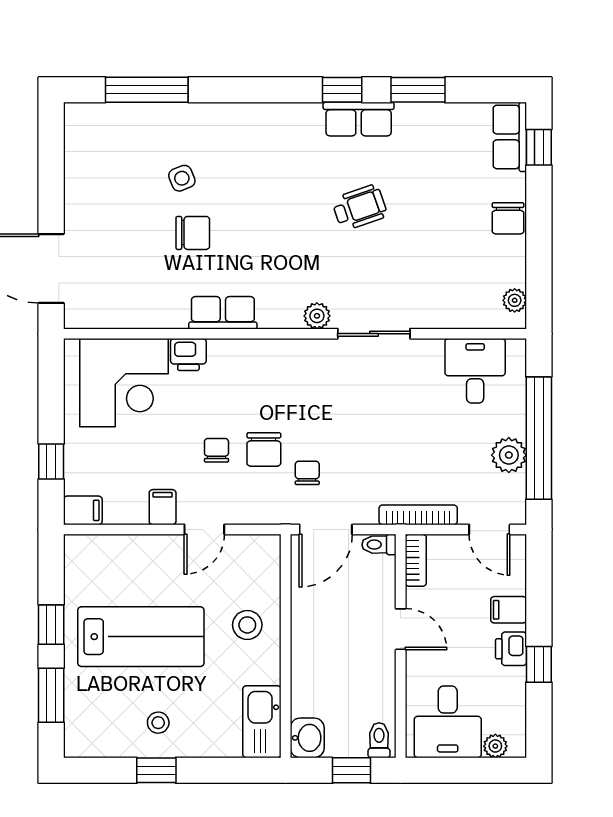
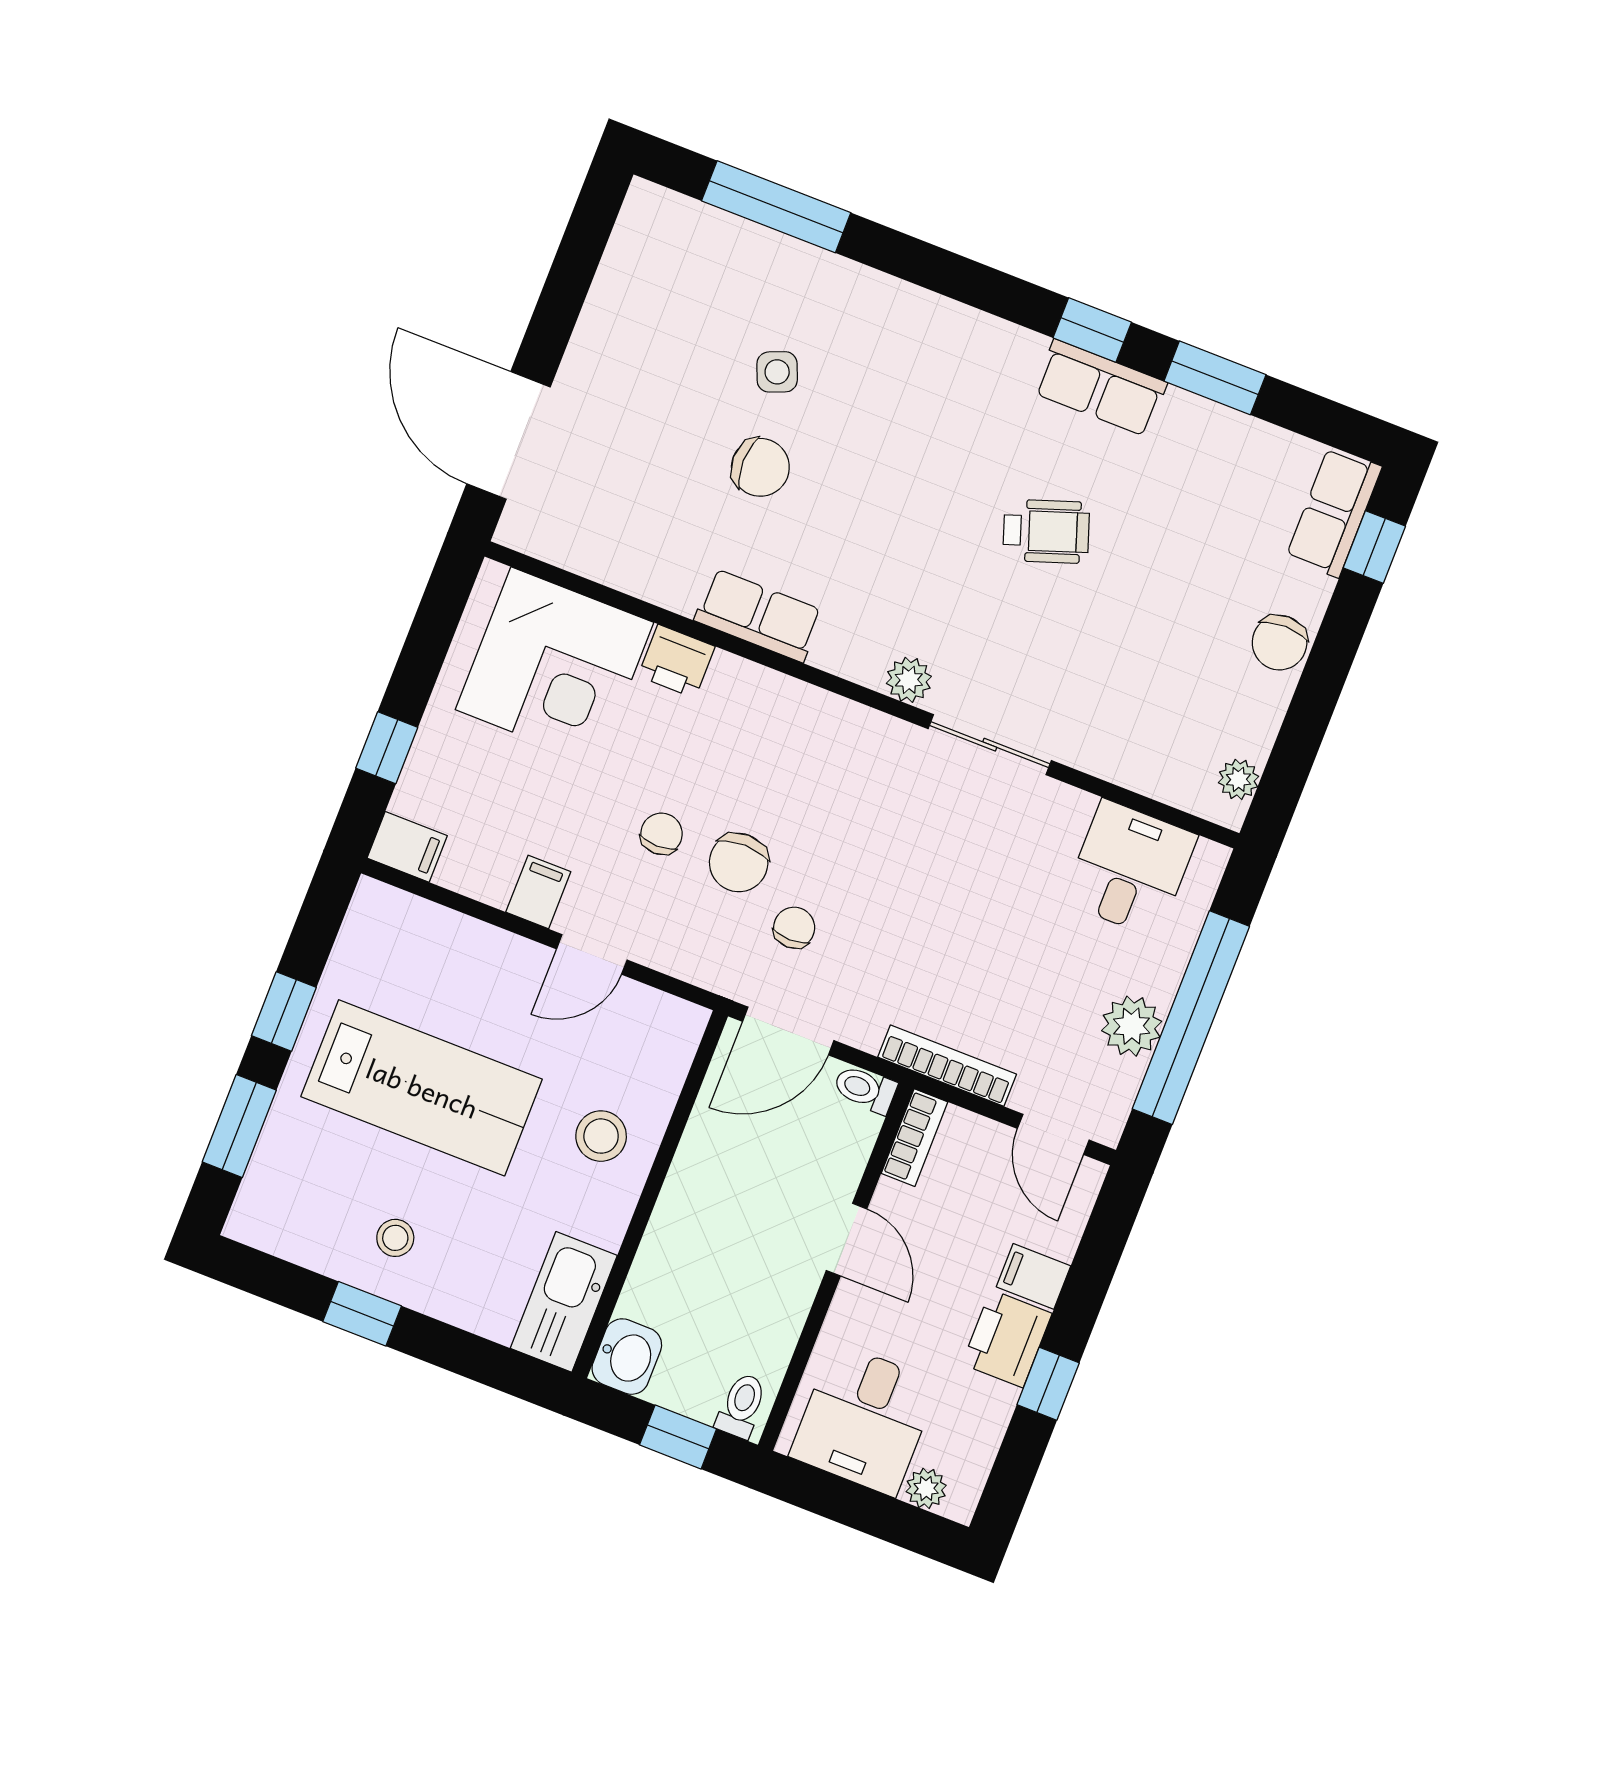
printer: (511, 649) -> (1007, 1339), width x1.36, depth x1.24

